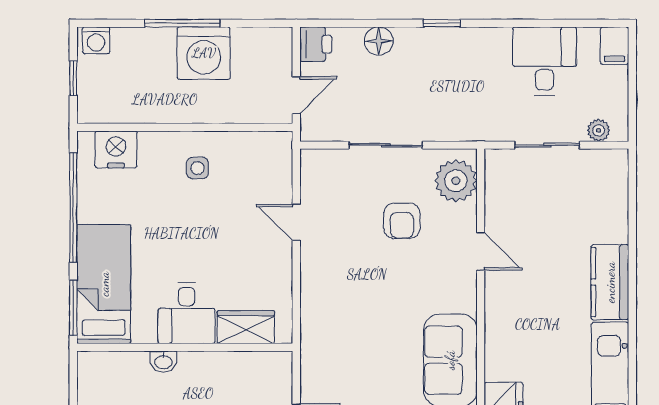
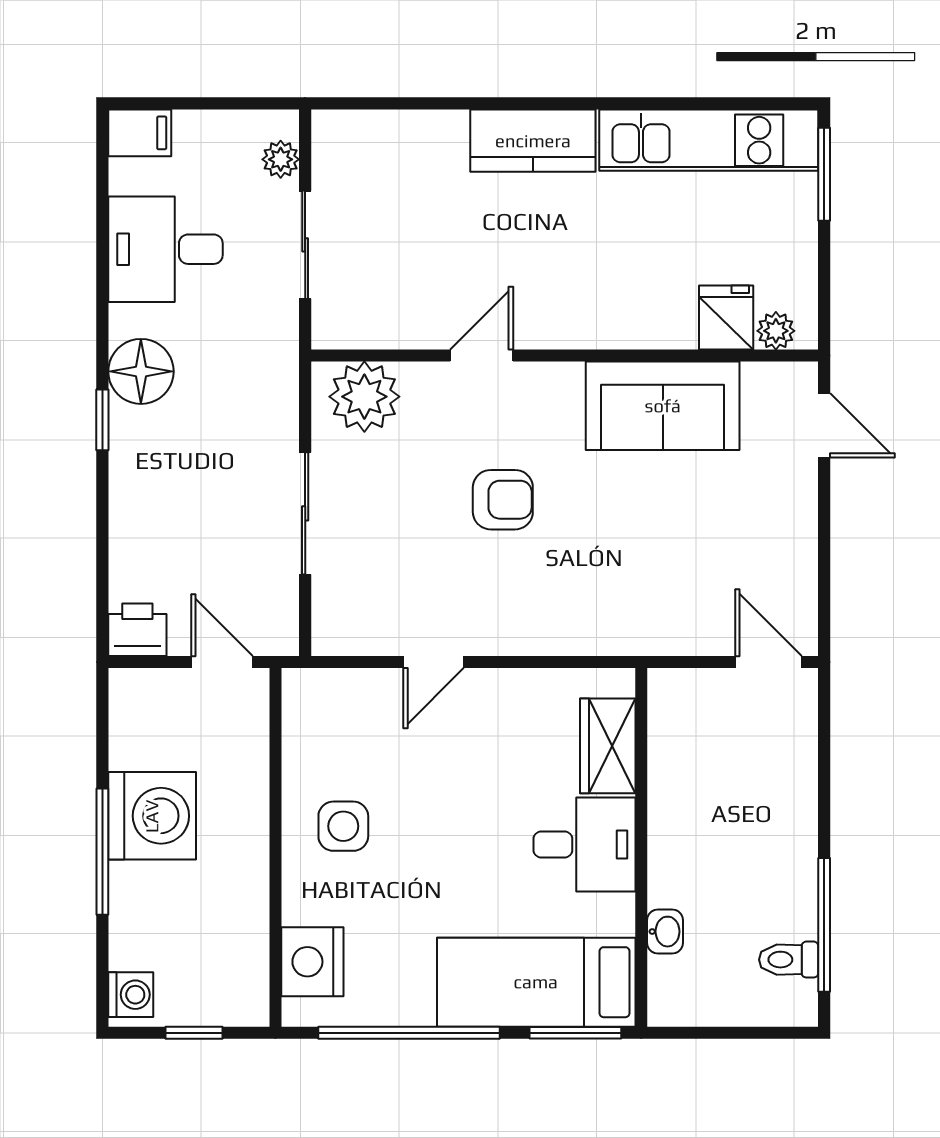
floor lamp: (379, 41) -> (141, 371), moved, width x1.38, depth x1.38
side table: (197, 168) -> (343, 826), width x1.37, depth x1.37
armchair: (402, 221) -> (503, 500), moved
washbasin: (163, 362) -> (665, 932), moved

